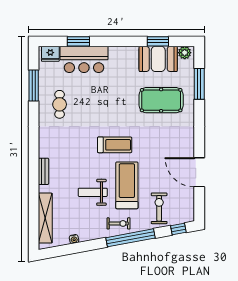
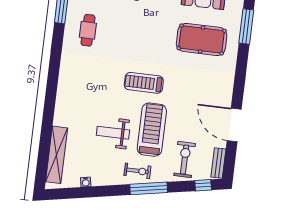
treadmill: (115, 145) -> (144, 83), turned 180
bench: (43, 171) -> (218, 163), moved
window: (130, 238) -> (149, 188), width x0.68

